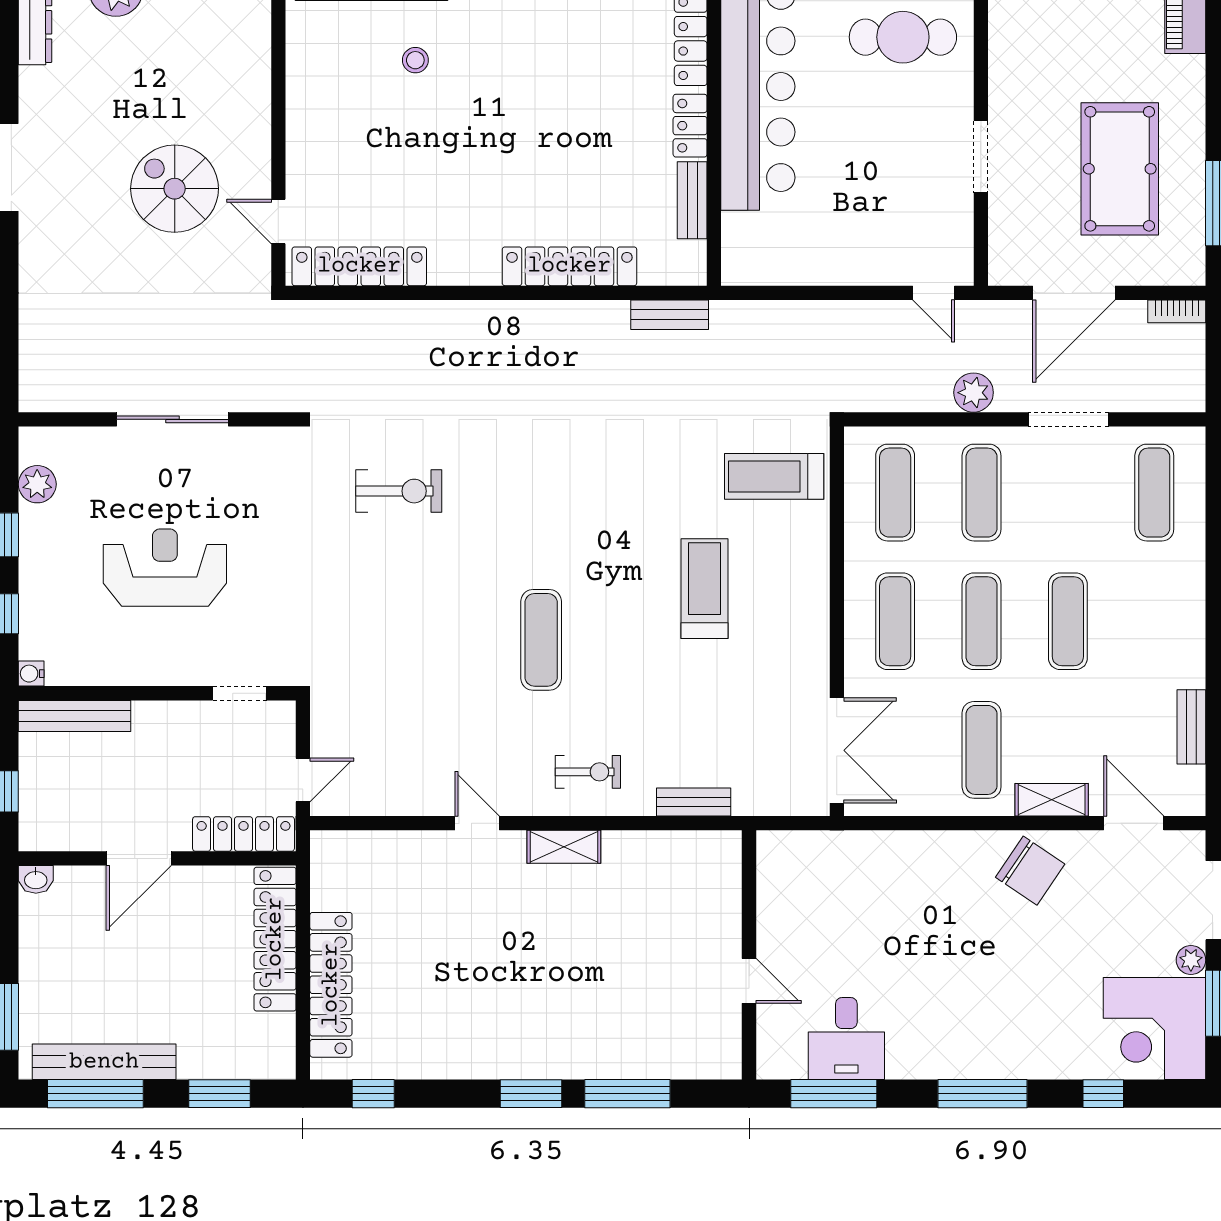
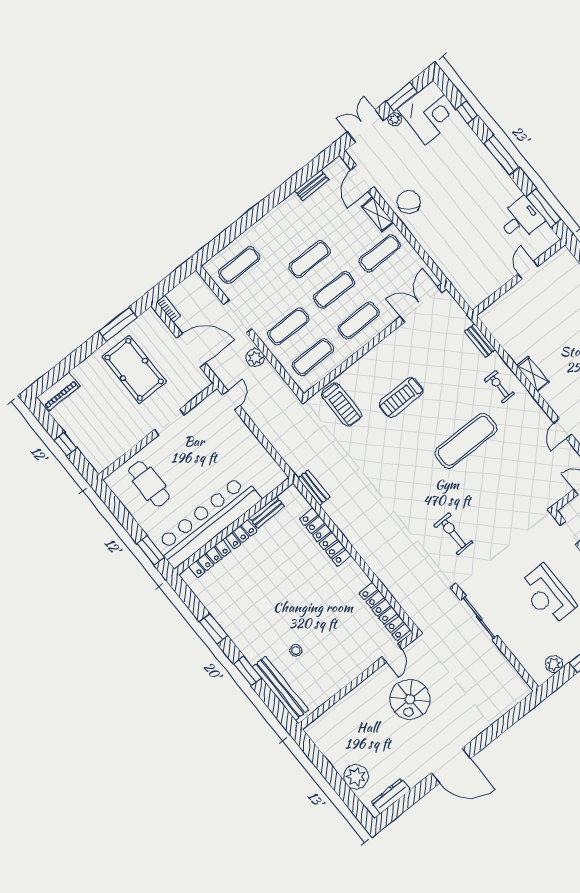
pool table: (1120, 169) -> (134, 369), turned 90
sliding door: (172, 419) -> (479, 618), moved
exercise mat: (541, 640) -> (466, 441), width x1.36, depth x1.45
door: (477, 823) -> (563, 429), moved

